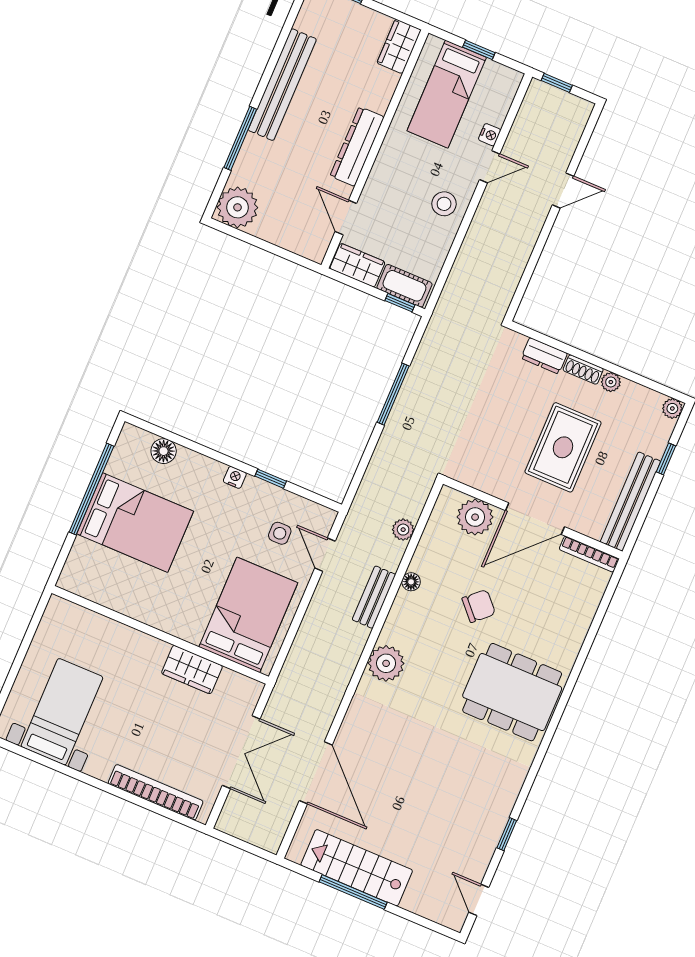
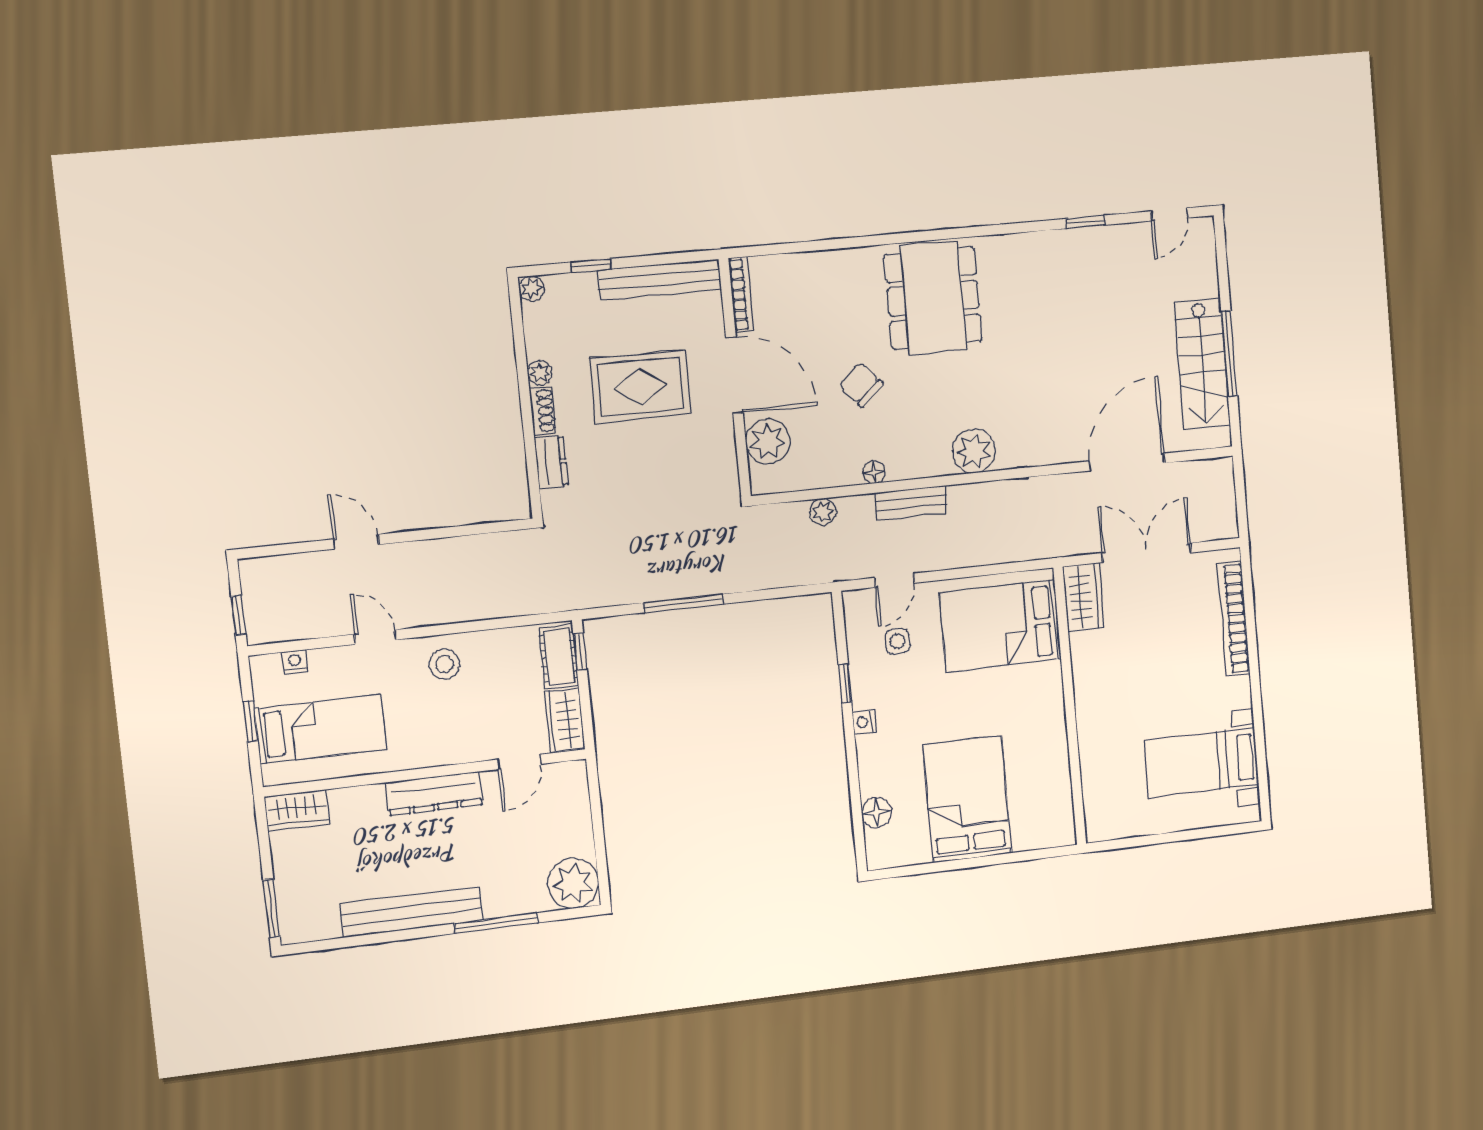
nightstand: (490, 135) -> (295, 662), moved
window: (91, 489) -> (957, 865), removed
wardrobe: (192, 670) -> (1084, 597), moved

